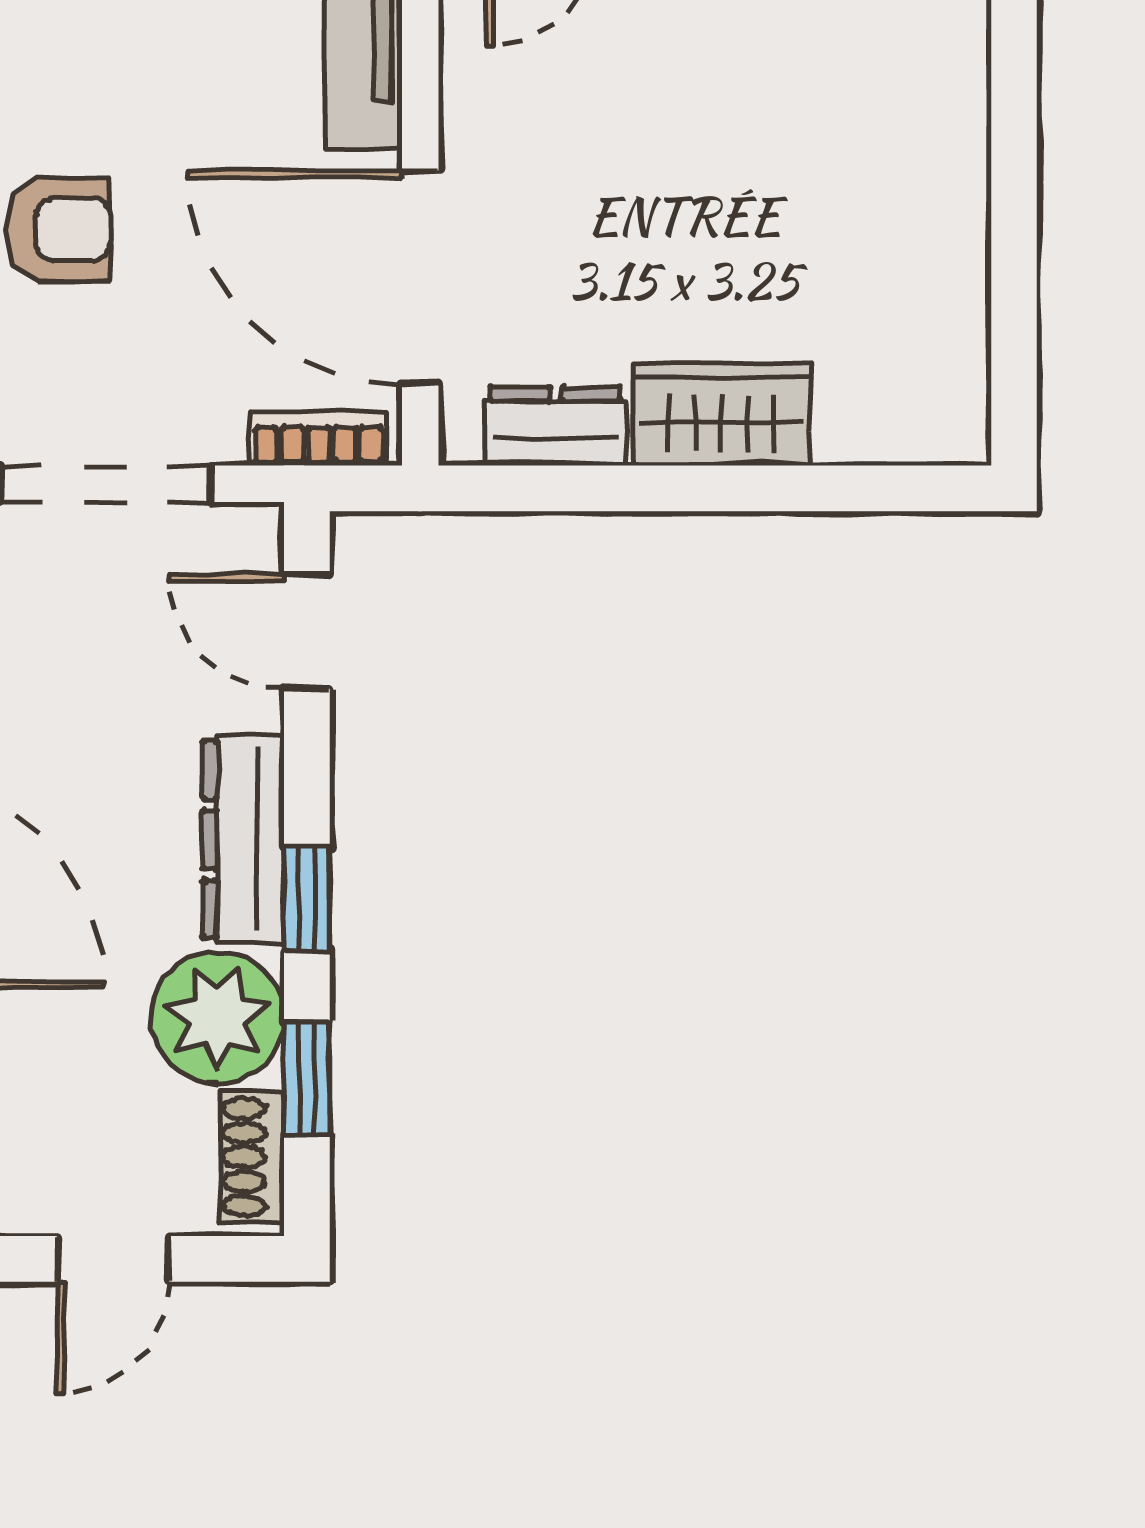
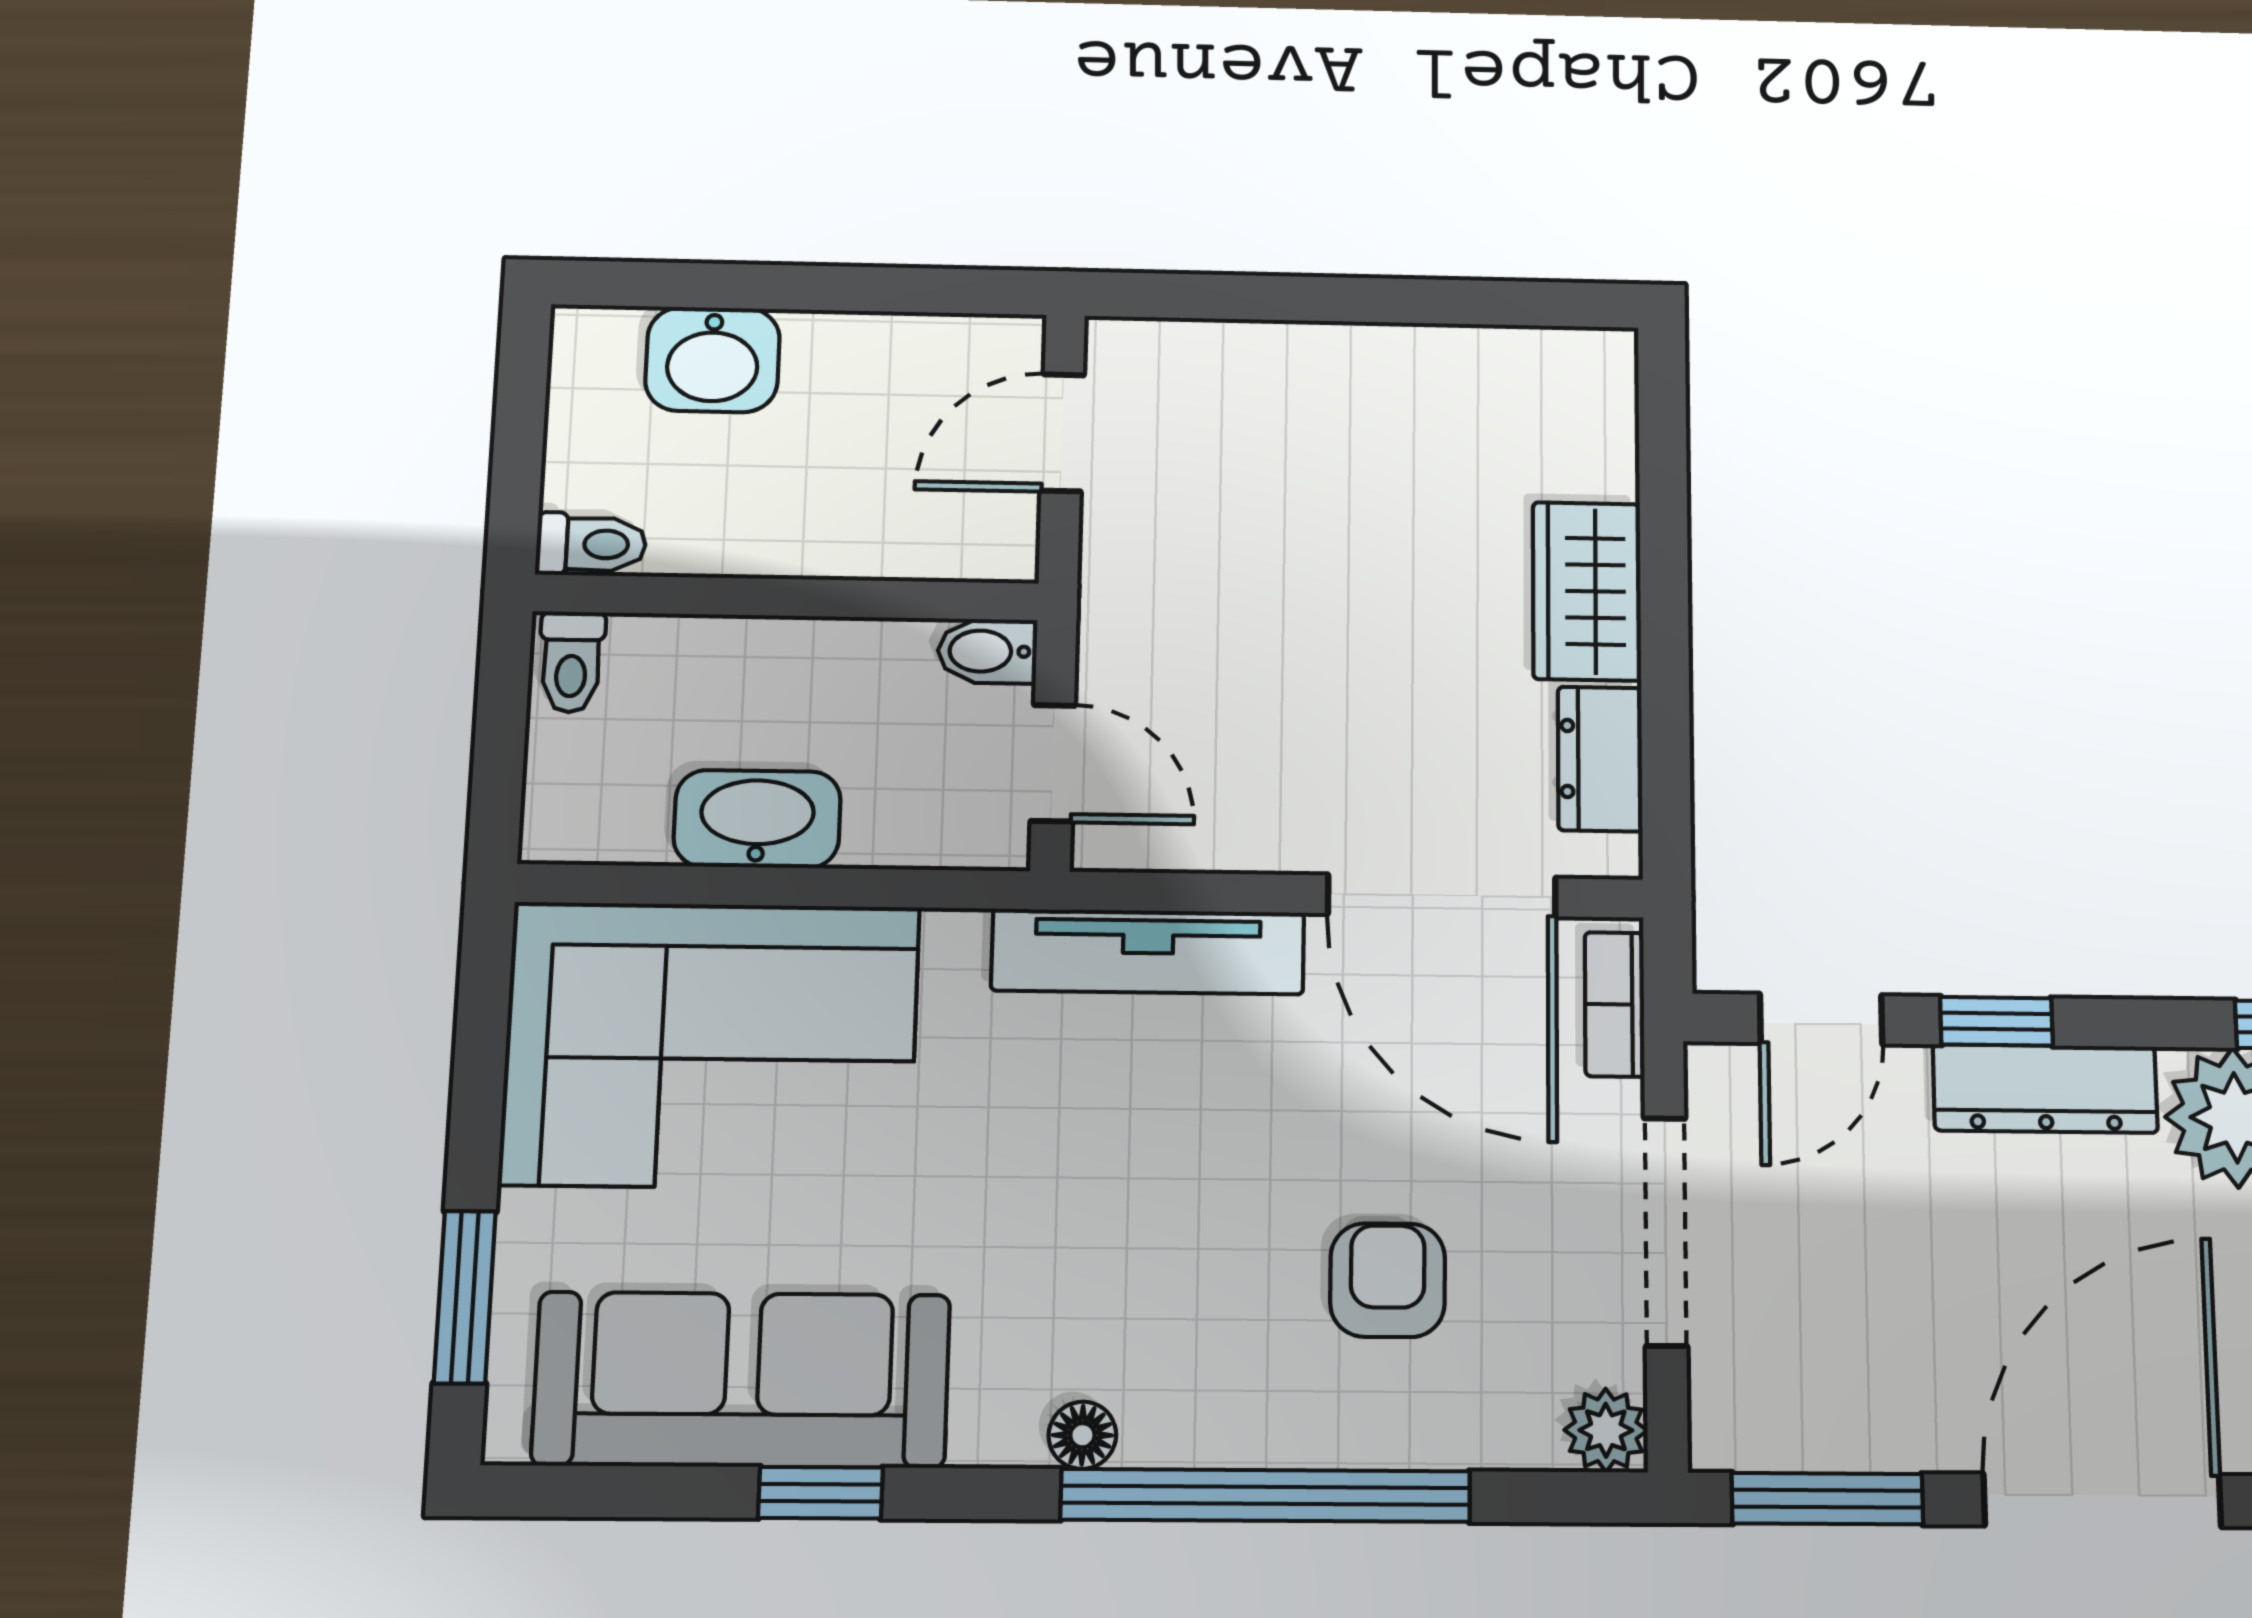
door: (420, 277) -> (1442, 896), hinge flipped
window: (307, 899) -> (1996, 1021), moved

